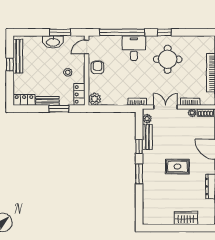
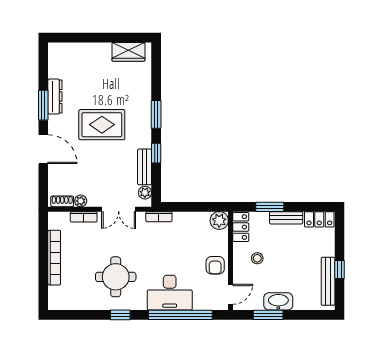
desk: (134, 48) -> (170, 293), width x1.37
rug: (177, 167) -> (102, 125), width x1.36, depth x1.43
wardrobe: (186, 218) -> (128, 52), moved

